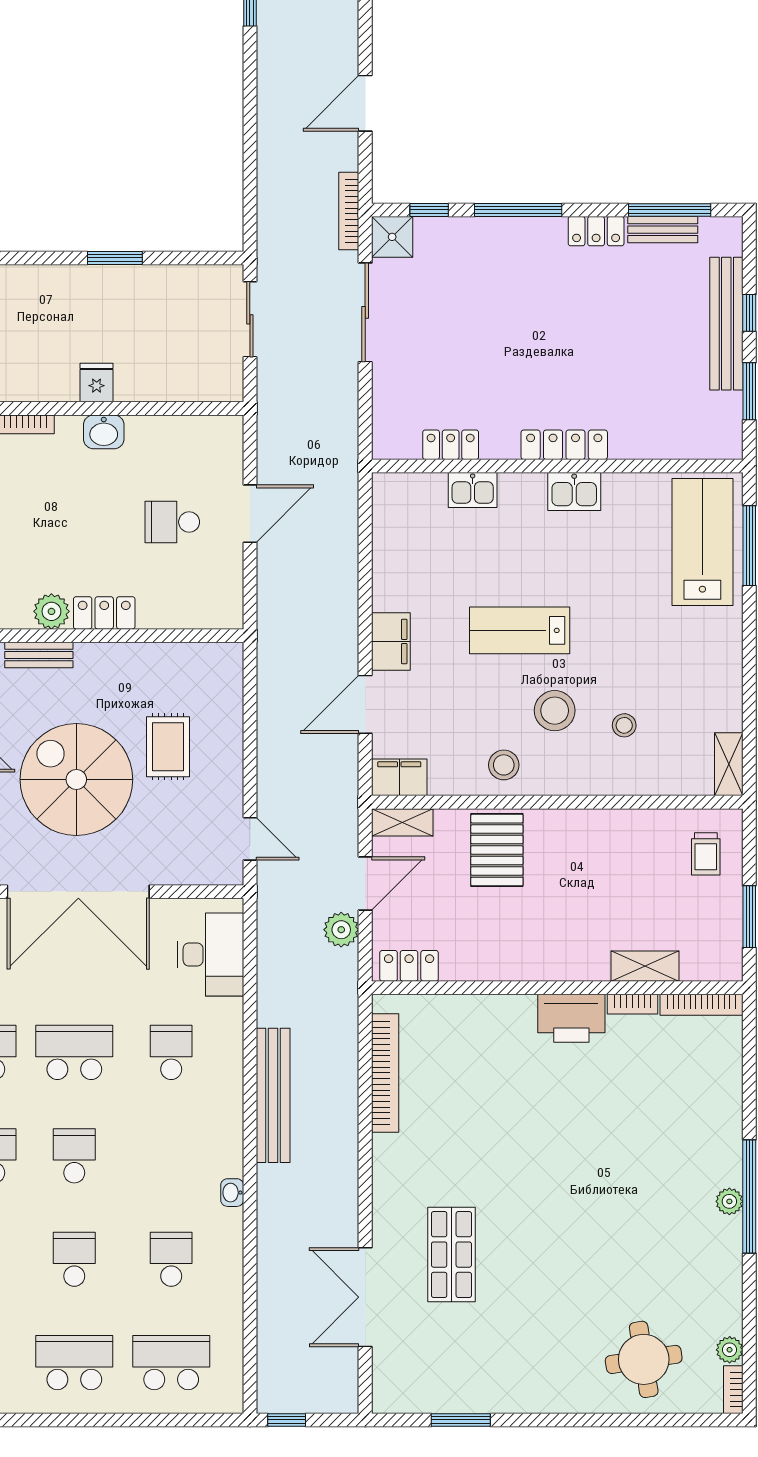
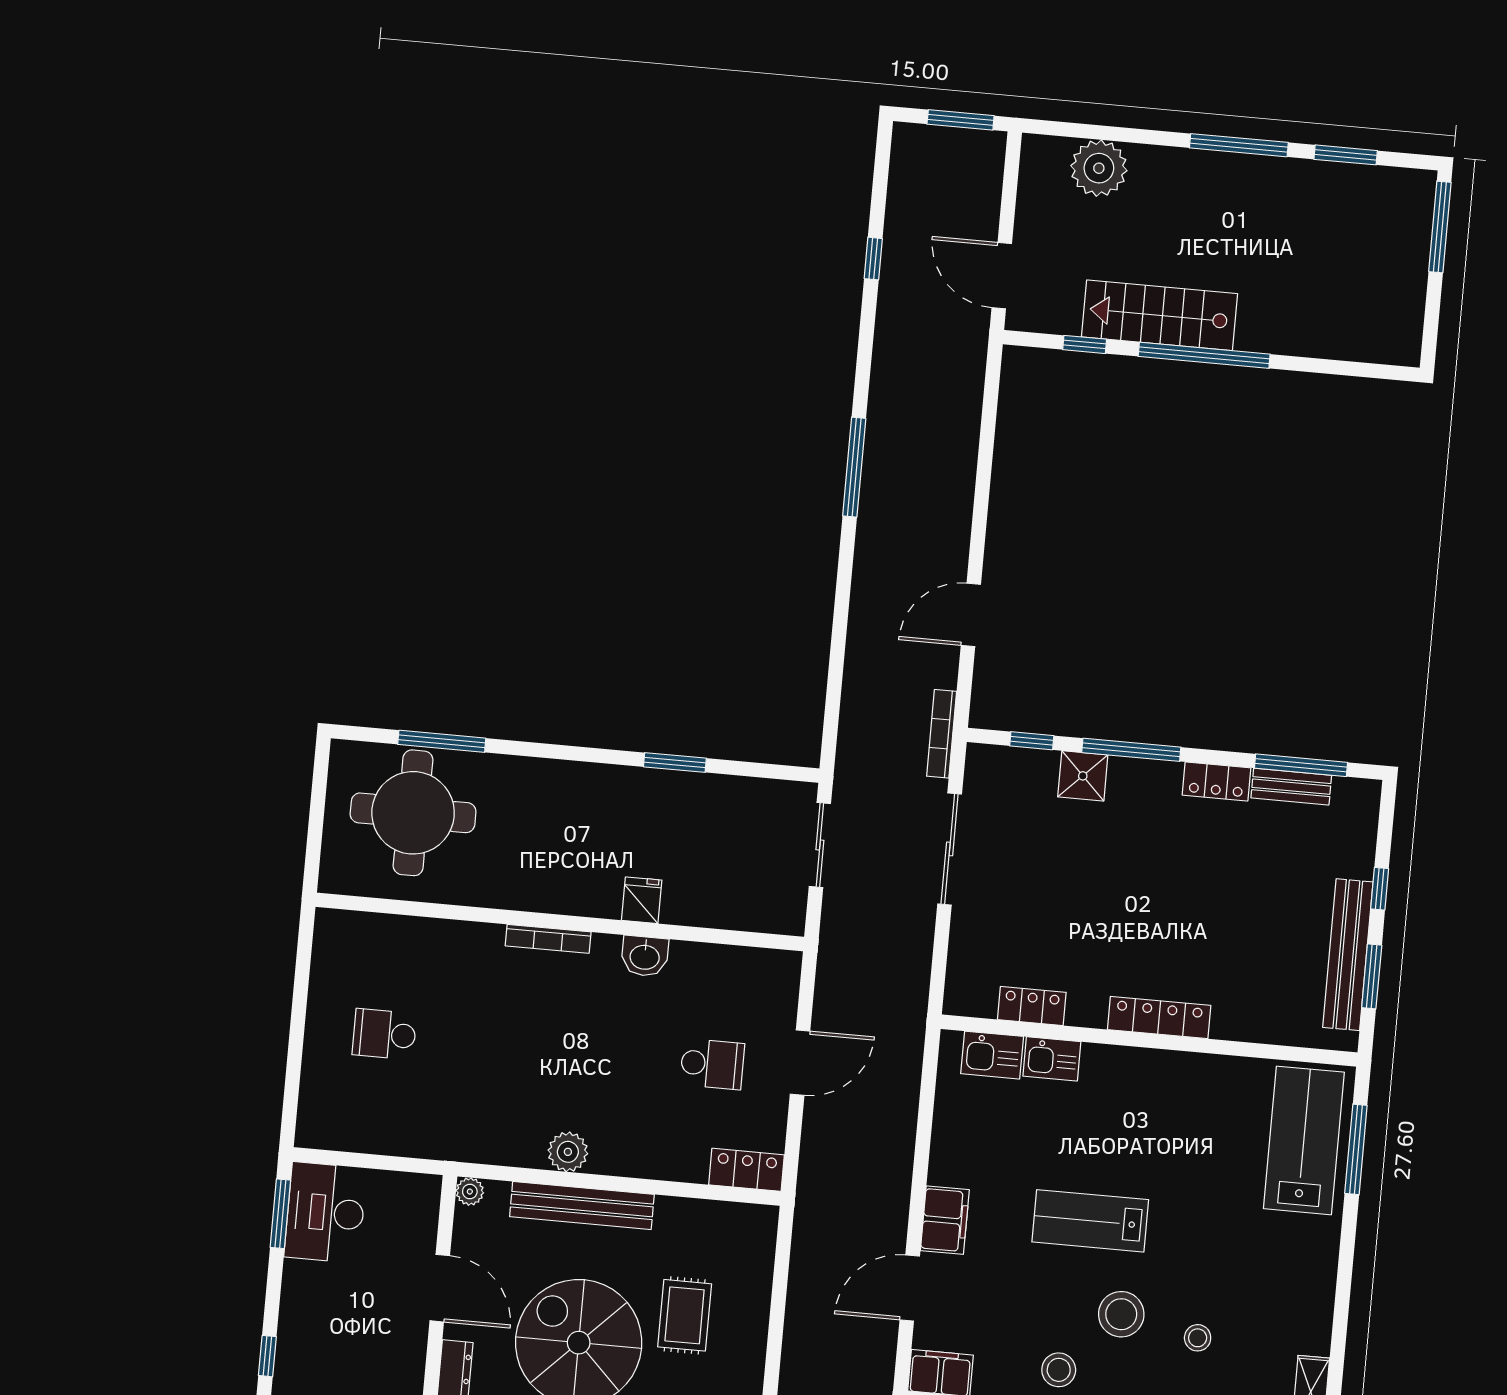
shower: (392, 237) -> (1083, 776), moved
bench: (726, 324) -> (1348, 955), moved
kitchen sink: (574, 491) -> (992, 1055), moved
school desk: (172, 522) -> (712, 1064), turned 180
locker: (104, 613) -> (747, 1170), moved
bench: (39, 655) -> (582, 1205), width x1.86, depth x1.21

